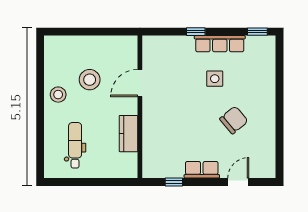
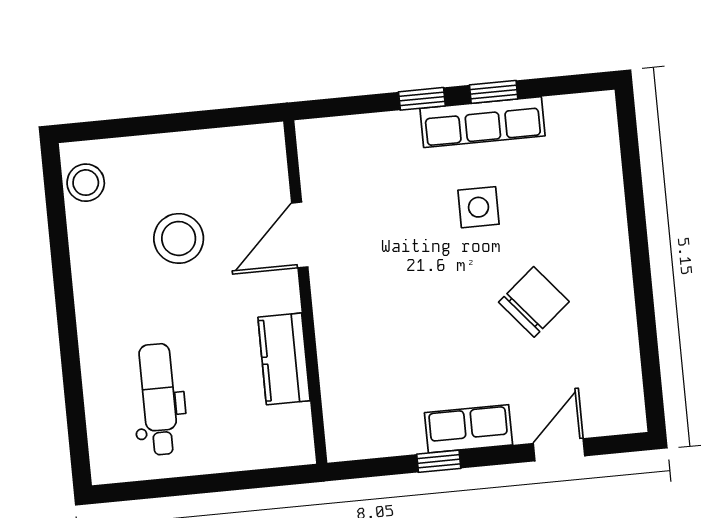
window: (257, 32) -> (494, 92), moved
stool: (58, 95) -> (86, 183), moved
window: (174, 182) -> (439, 461), moved

